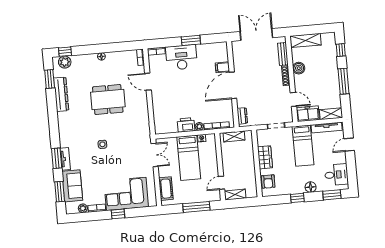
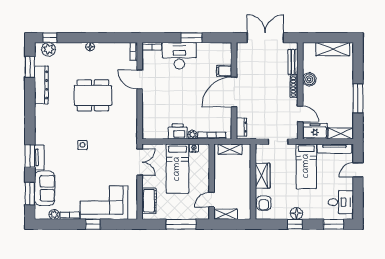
shelving: (306, 40) -> (333, 49), moved
window: (341, 50) -> (358, 63), removed
floor lamp: (311, 187) -> (296, 213), moved

